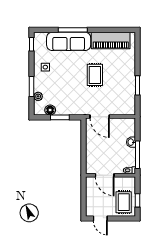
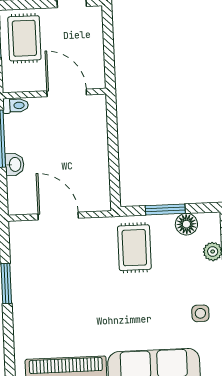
rug: (95, 75) -> (134, 248), moved
door: (100, 117) -> (58, 216), moved

